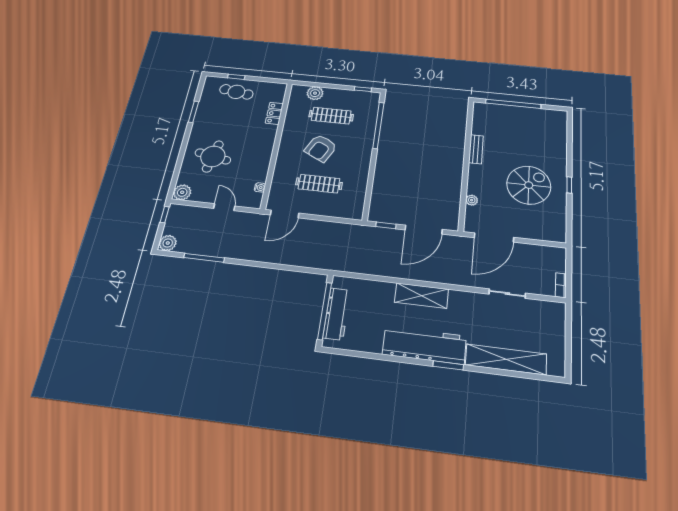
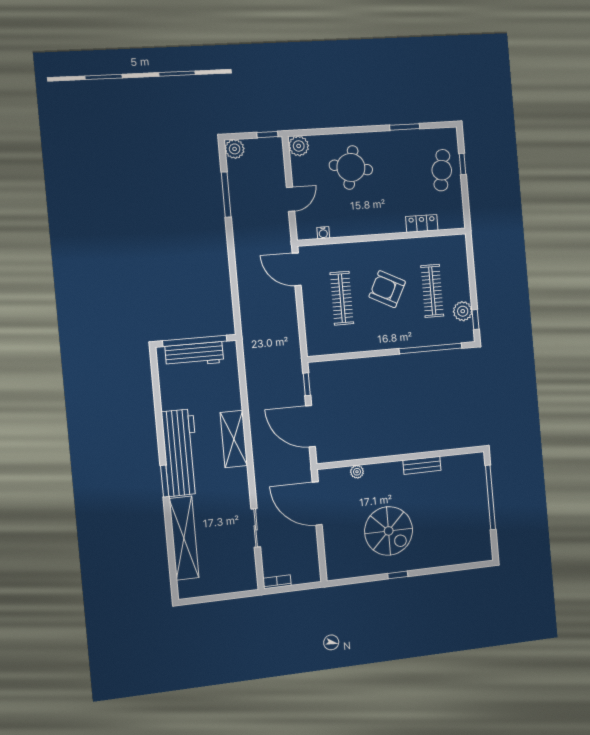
plant: (315, 93) -> (463, 311), moved

